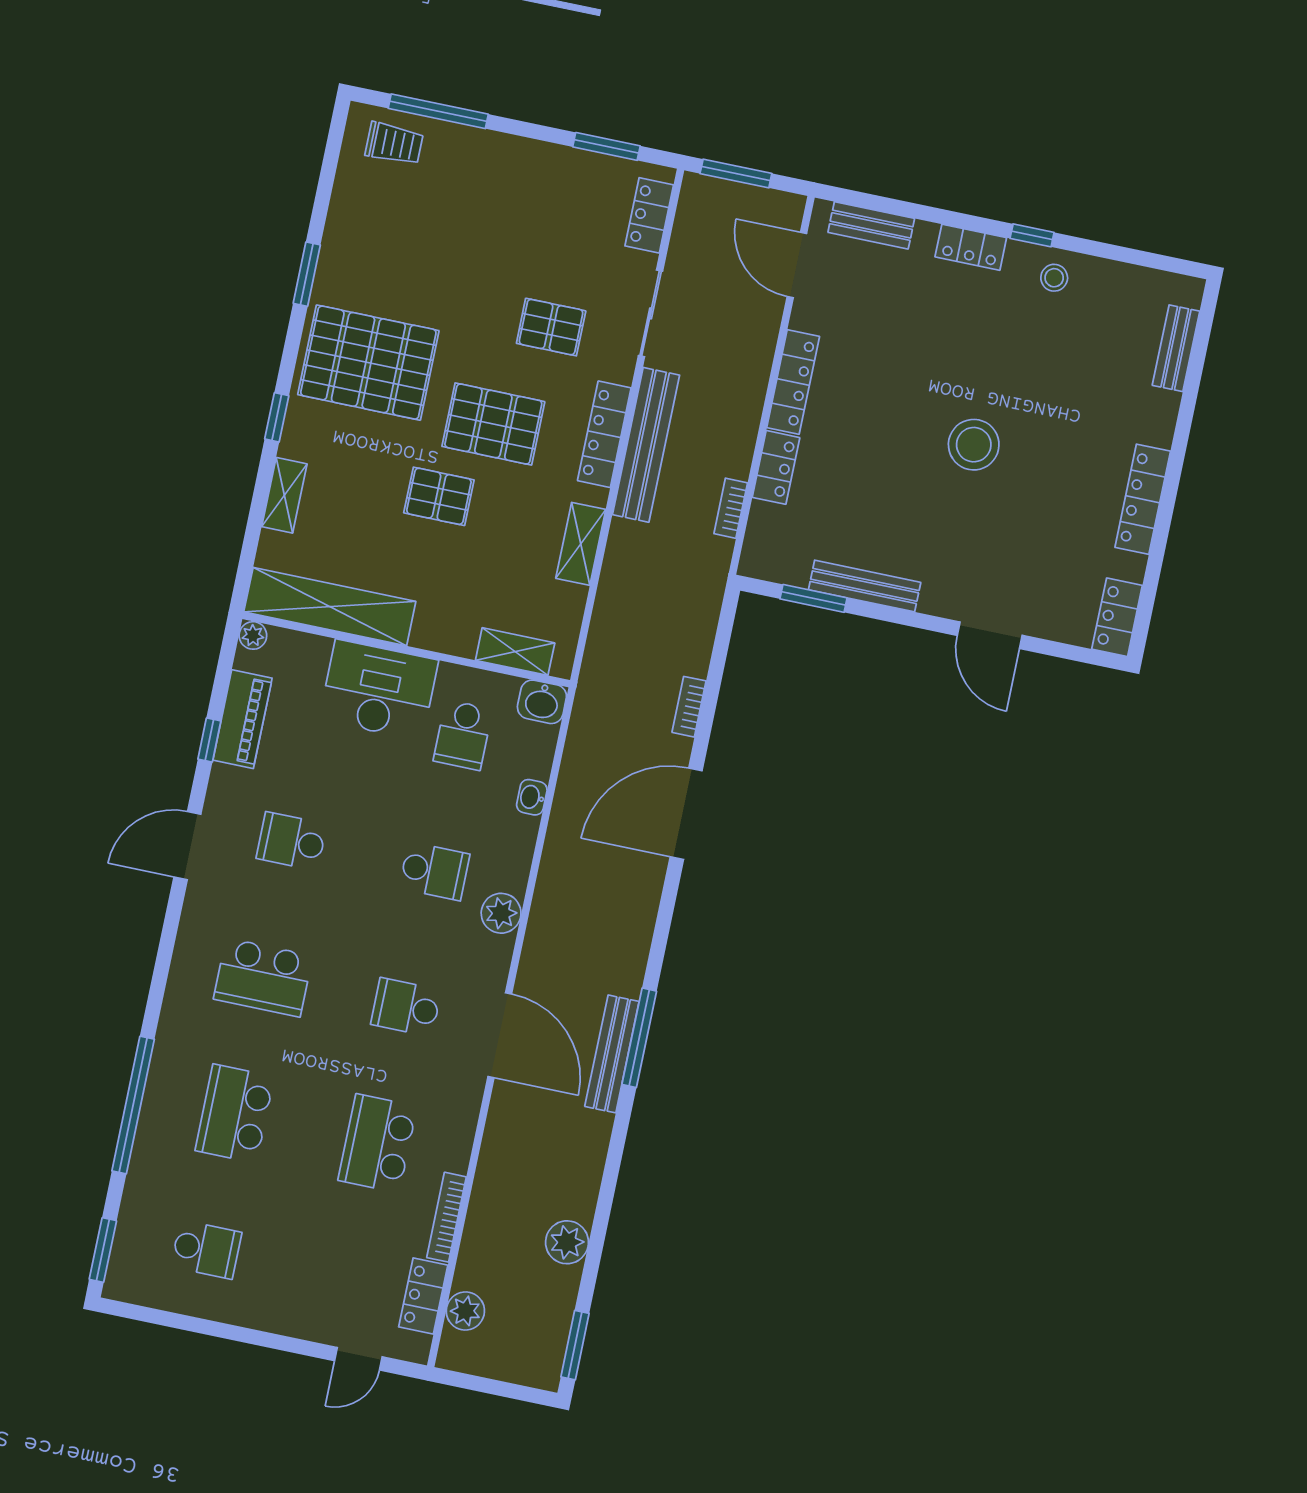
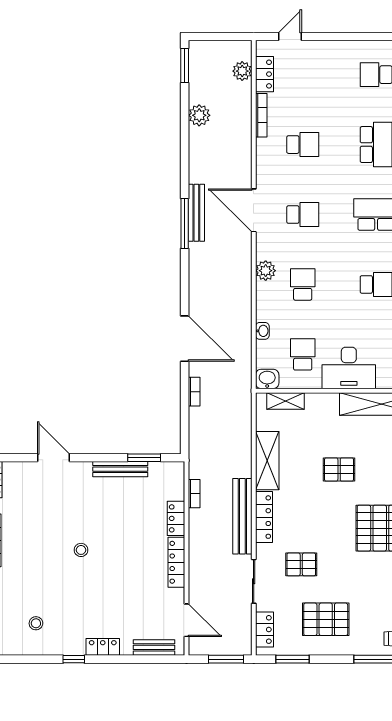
stool: (1054, 278) -> (36, 623), moved
pallet: (493, 424) -> (326, 619), moved
stool: (974, 445) -> (81, 550), width x0.53, depth x0.53
shelving: (581, 544) -> (267, 461), width x1.50, depth x1.33
door: (686, 814) -> (185, 339), hinge flipped
school desk: (434, 871) -> (303, 284), turned 90
school desk: (378, 1143) -> (303, 145), width x0.54

